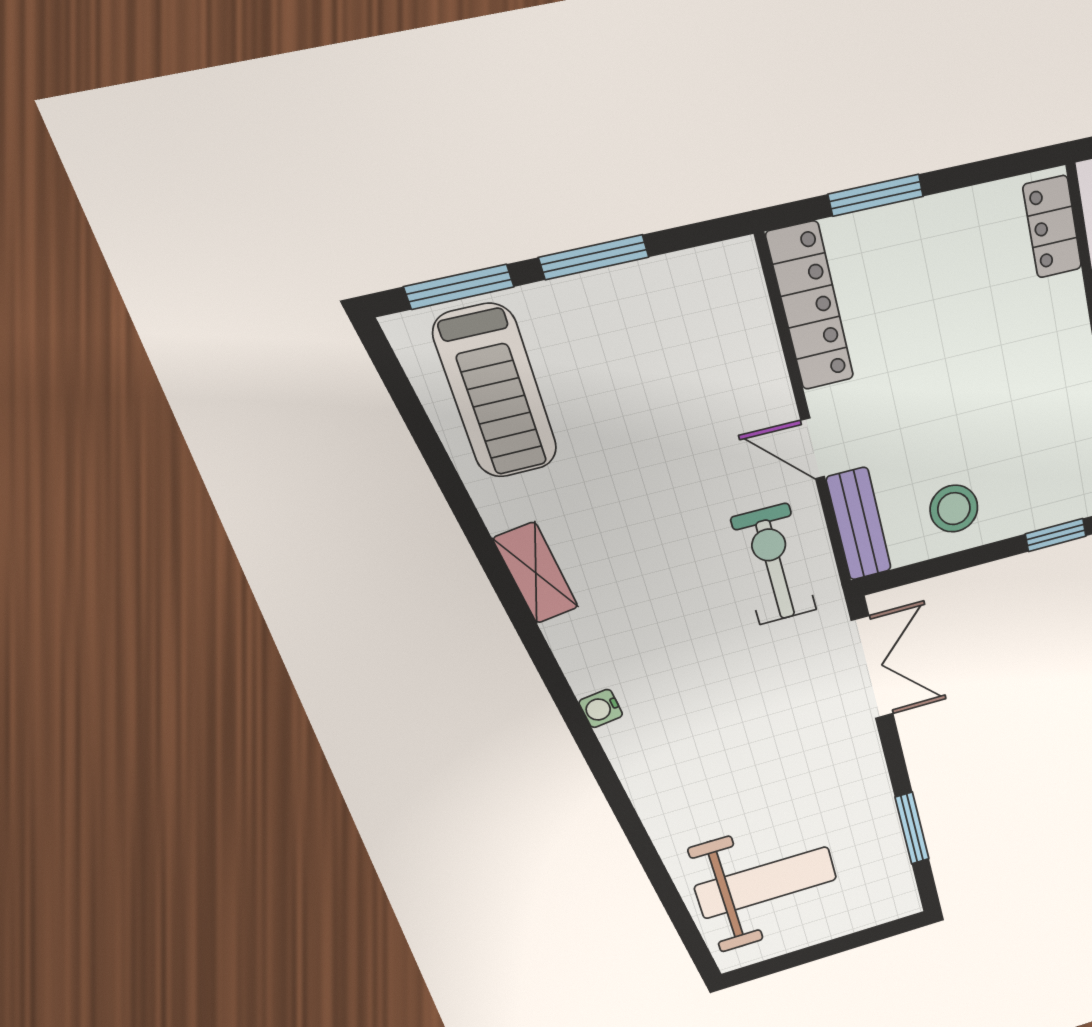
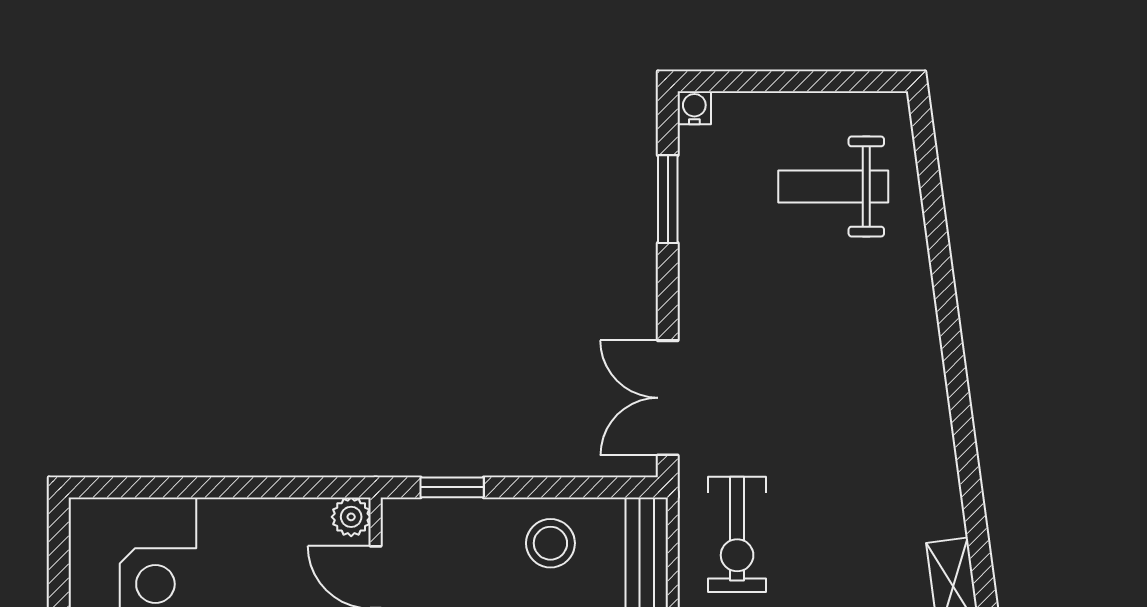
water cooler: (601, 708) -> (694, 108), moved, turned -82
weight bench: (766, 883) -> (833, 187), width x0.73, depth x0.75

